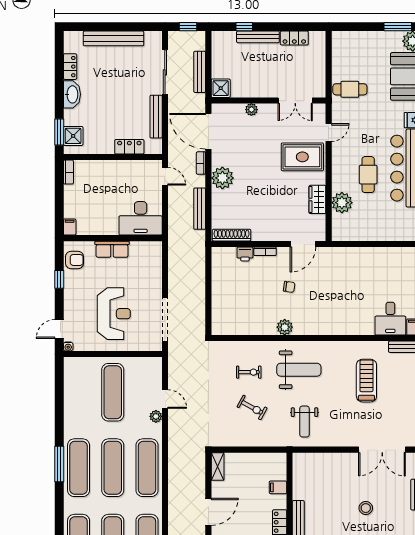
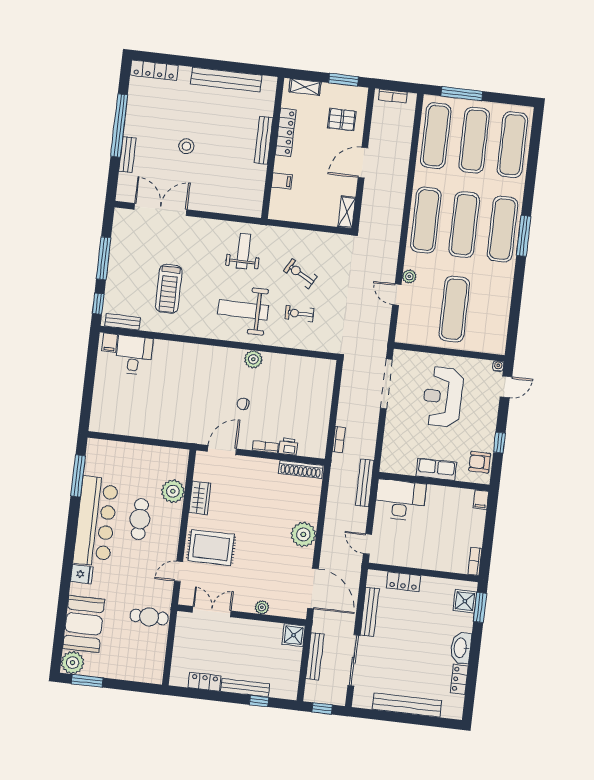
bookcase: (201, 163) -> (339, 440), moved
bench: (200, 209) -> (365, 483), moved

